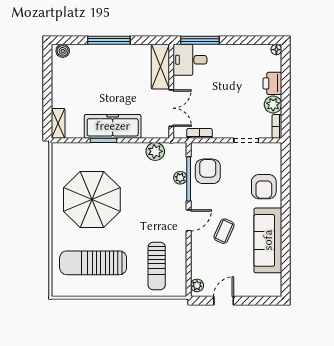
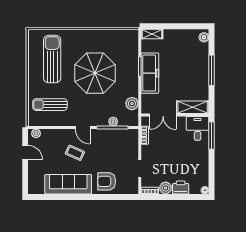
armchair: (208, 171) -> (118, 141), removed
parasol: (92, 199) -> (95, 73), moved

